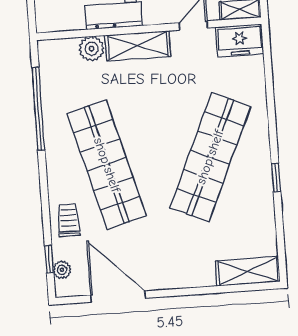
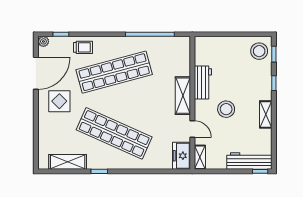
plant: (92, 49) -> (183, 68), removed
display table: (162, 254) -> (59, 101), added
plant: (62, 270) -> (43, 41), moved
shelving: (248, 271) -> (68, 162), moved, turned 90

